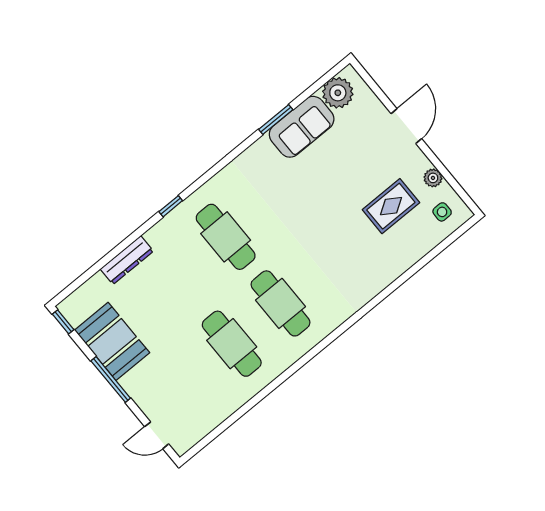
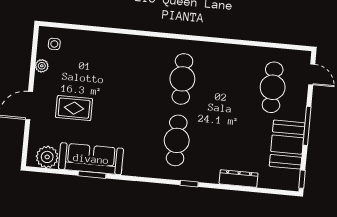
sofa: (302, 127) -> (91, 159), width x1.36
rug: (391, 206) -> (74, 108), moved
cafe table: (232, 344) -> (273, 87), moved

